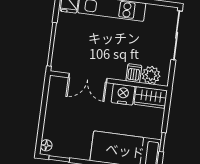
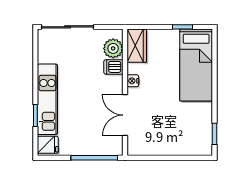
double door: (88, 78) -> (125, 115), swing flipped
nightstand: (123, 94) -> (133, 81), width x0.53, depth x0.56
floor lamp: (46, 145) -> (202, 150), removed

